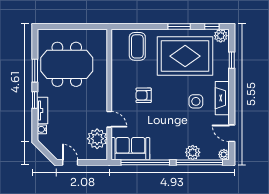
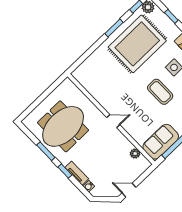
coffee table: (137, 46) -> (160, 92), moved
armchair: (144, 95) -> (135, 97), removed
door: (109, 119) -> (113, 121), moved
plant: (97, 139) -> (135, 154), width x0.53, depth x0.53

